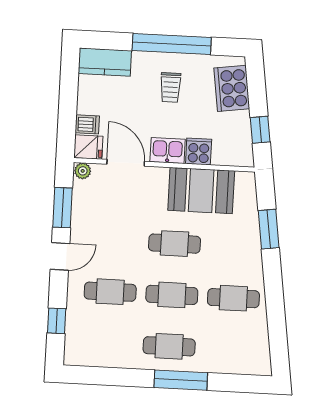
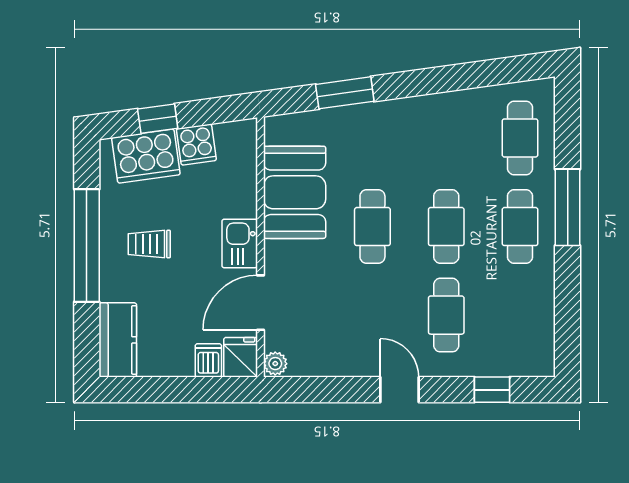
trolley: (170, 88) -> (149, 244), turned 180
window: (260, 130) -> (158, 119), moved
cooker: (199, 151) -> (196, 145), moved, turned -98
window: (63, 208) -> (329, 390), removed
cafe table: (233, 298) -> (520, 138), moved

